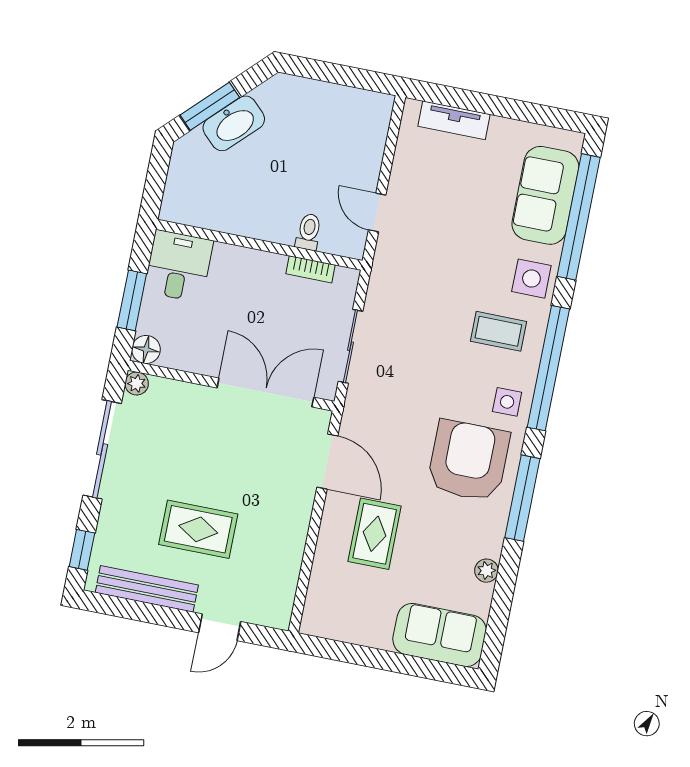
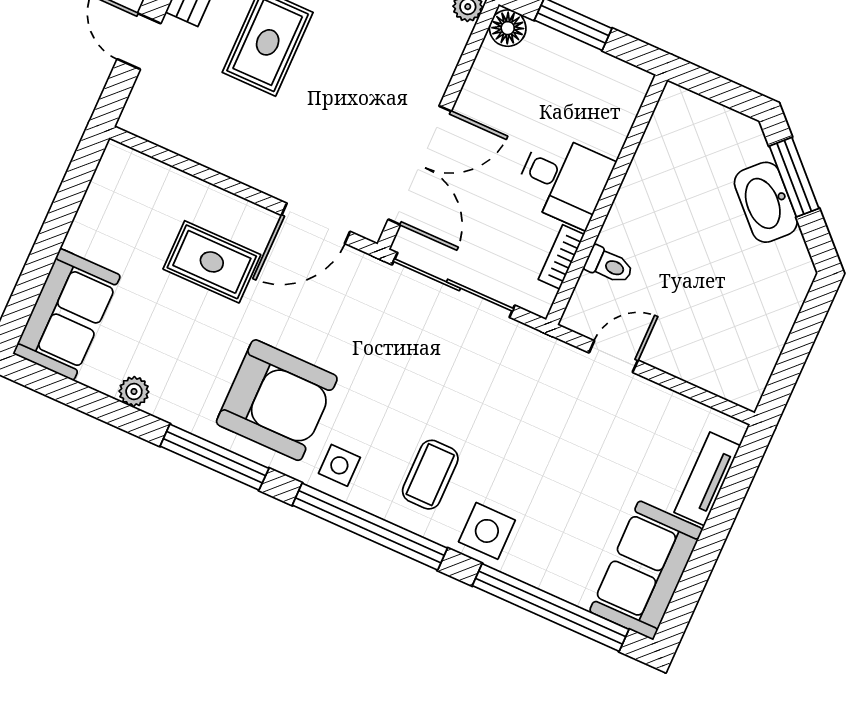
sofa: (545, 195) -> (646, 570), moved, turned -90
desk: (178, 266) -> (564, 180), moved
sliding door: (350, 346) -> (453, 285), width x1.37

